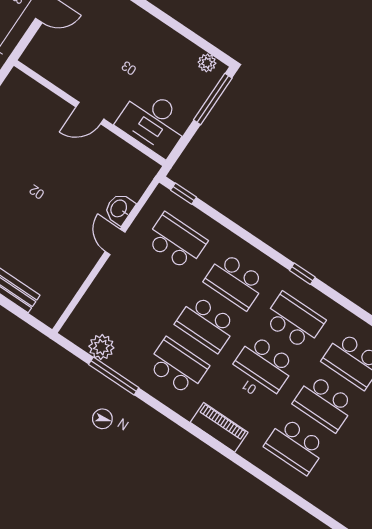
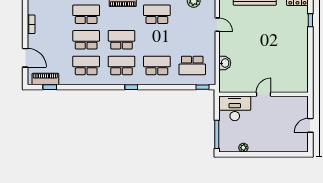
plant: (207, 63) -> (243, 148), moved
door: (115, 242) -> (217, 25), moved
school desk: (294, 321) -> (122, 65), turned 180
school desk: (206, 324) -> (157, 40), removed
school desk: (178, 366) -> (157, 14), turned 180

